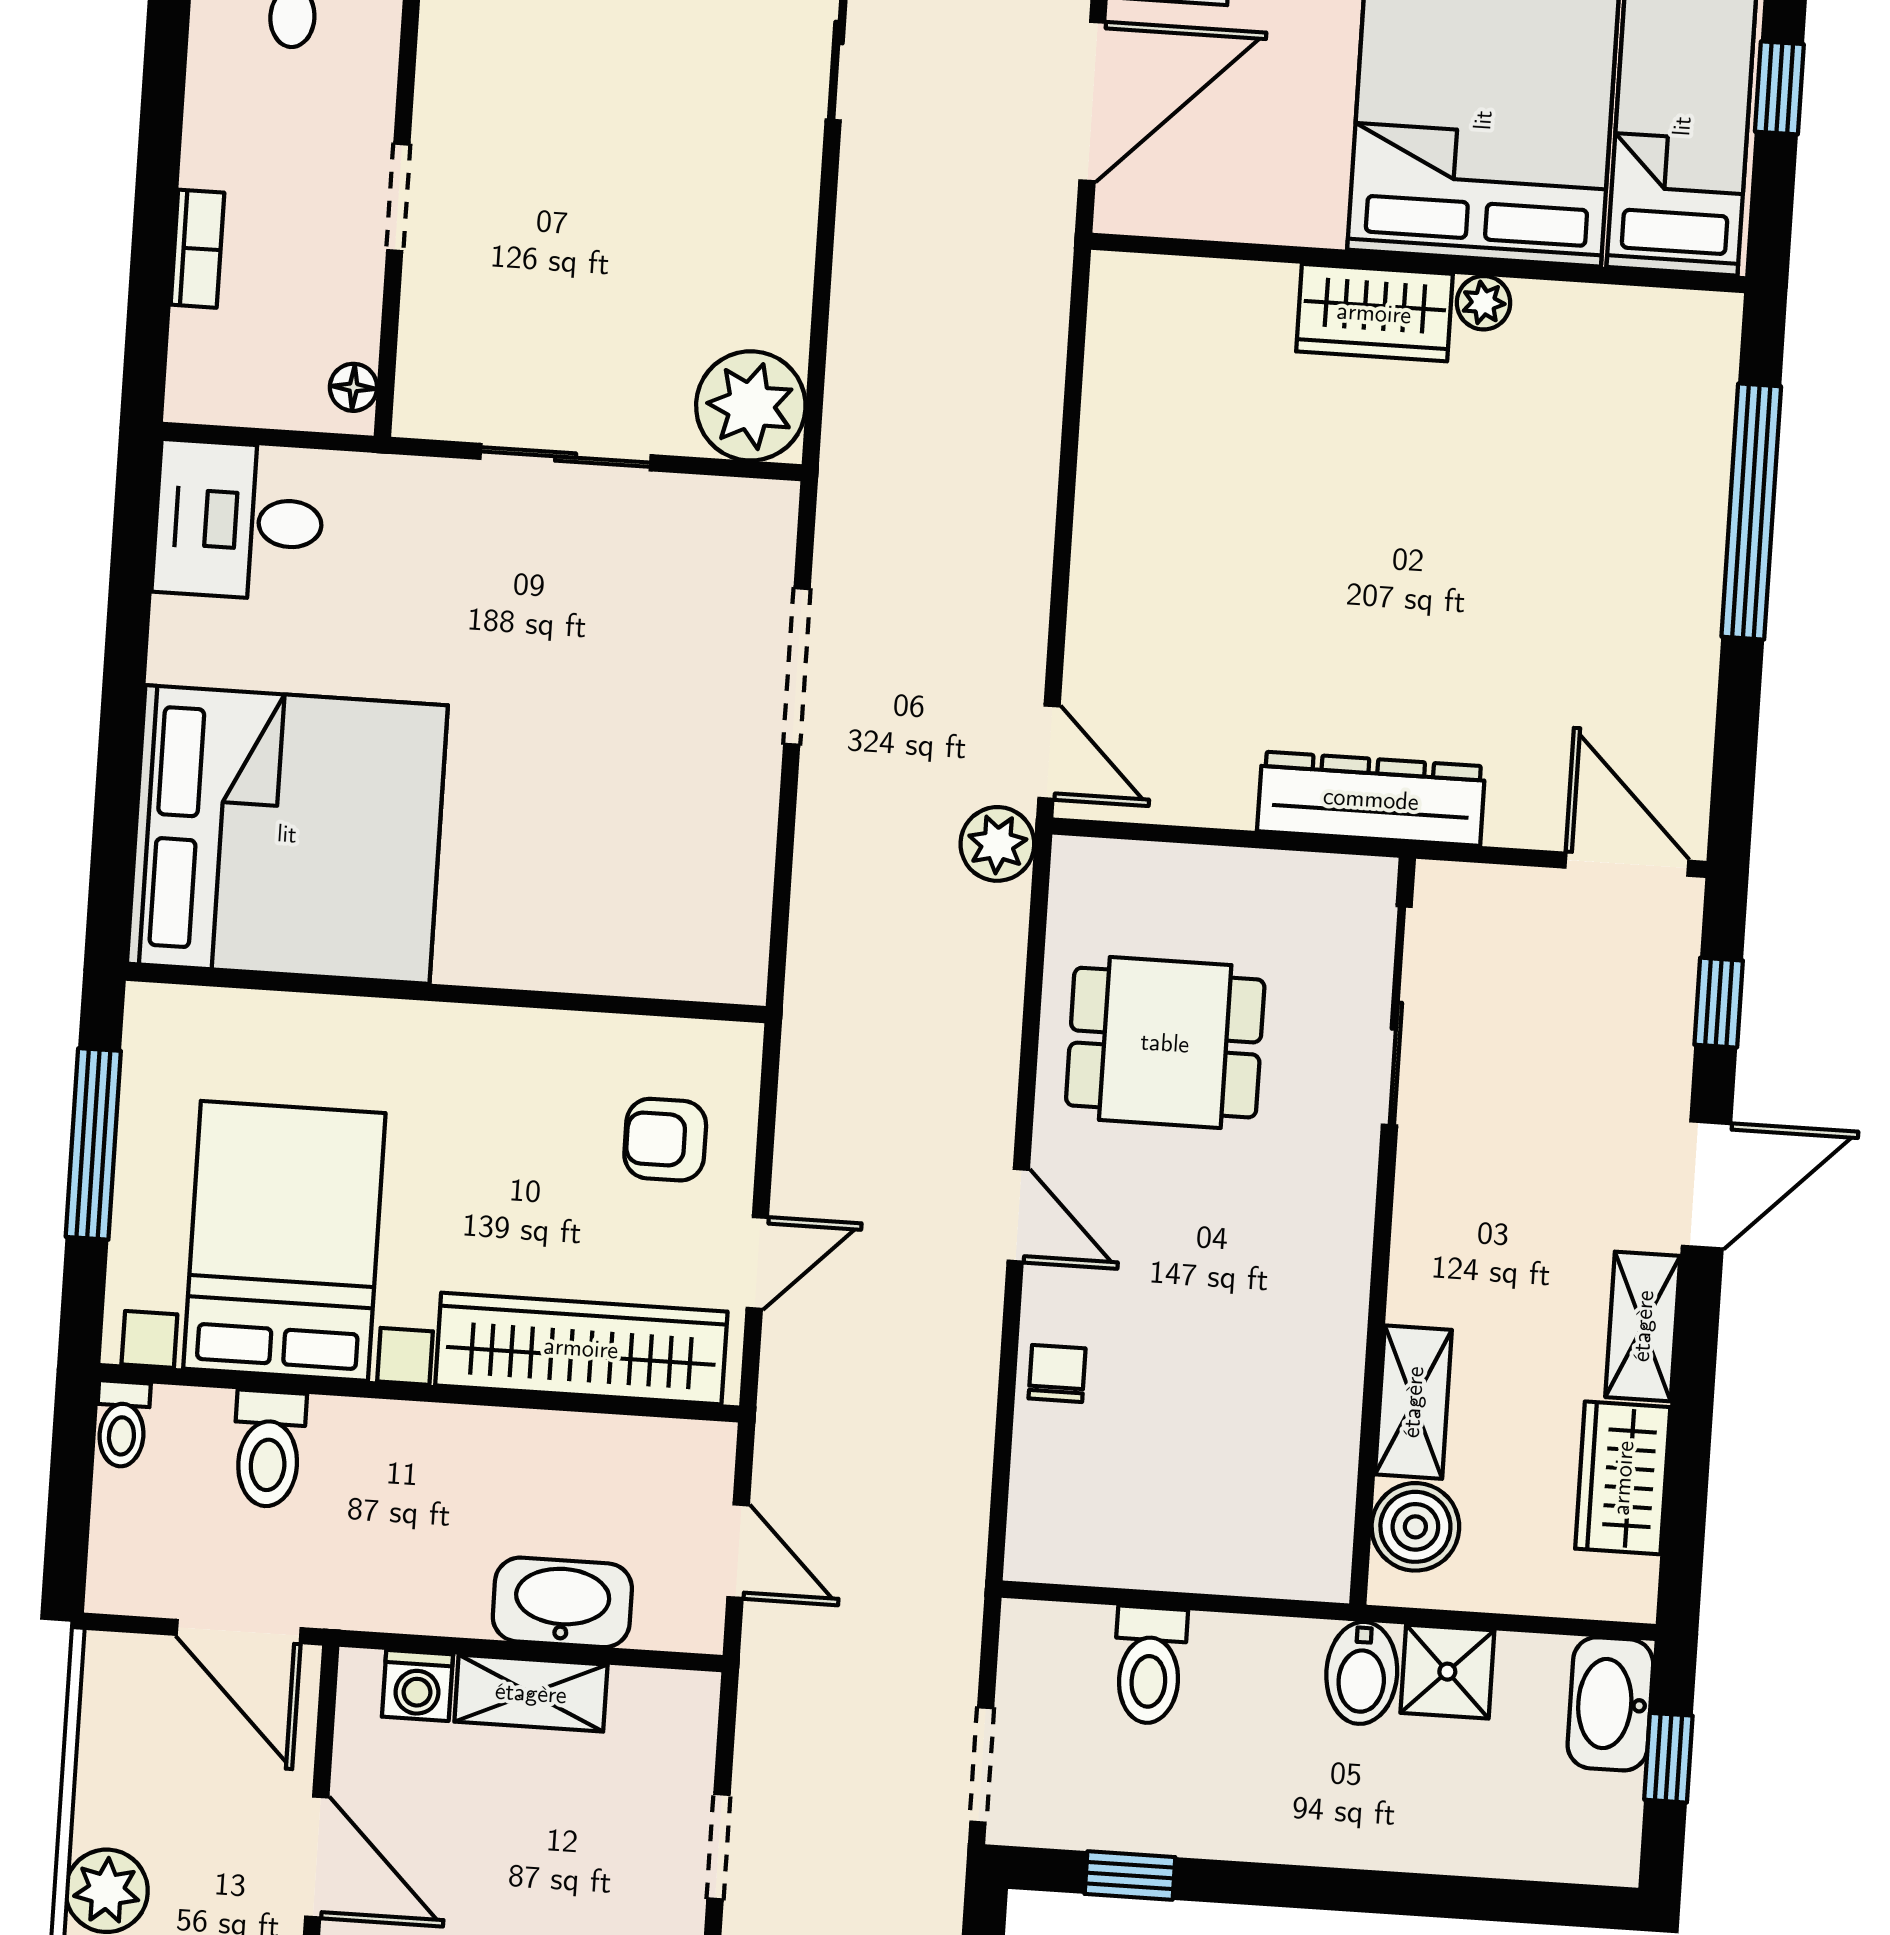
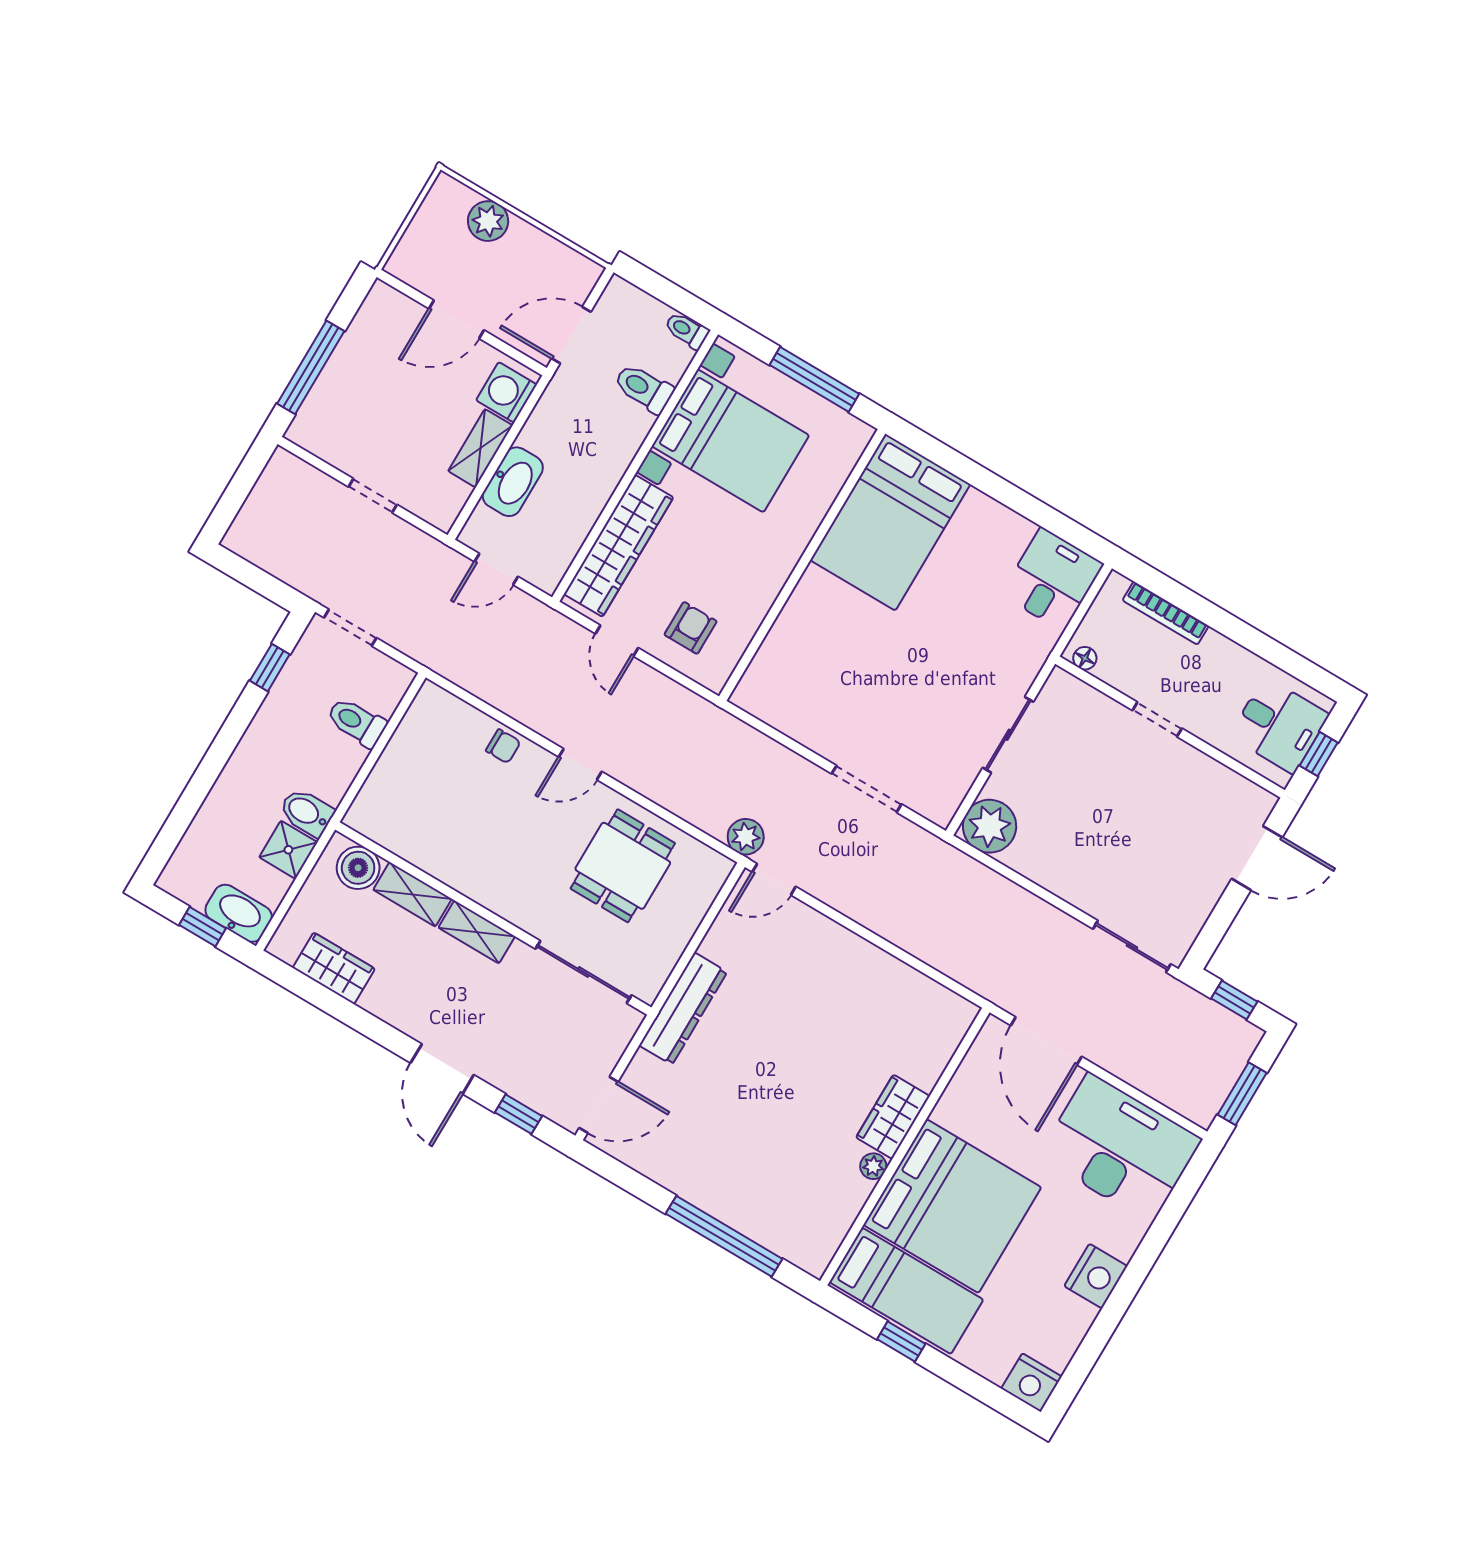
bookcase: (197, 249) -> (1166, 613), width x1.56
bed: (287, 834) -> (890, 522), width x0.73
shelving: (1643, 1326) -> (477, 932), moved
washing machine: (417, 1685) -> (506, 392), width x1.38, depth x1.38

